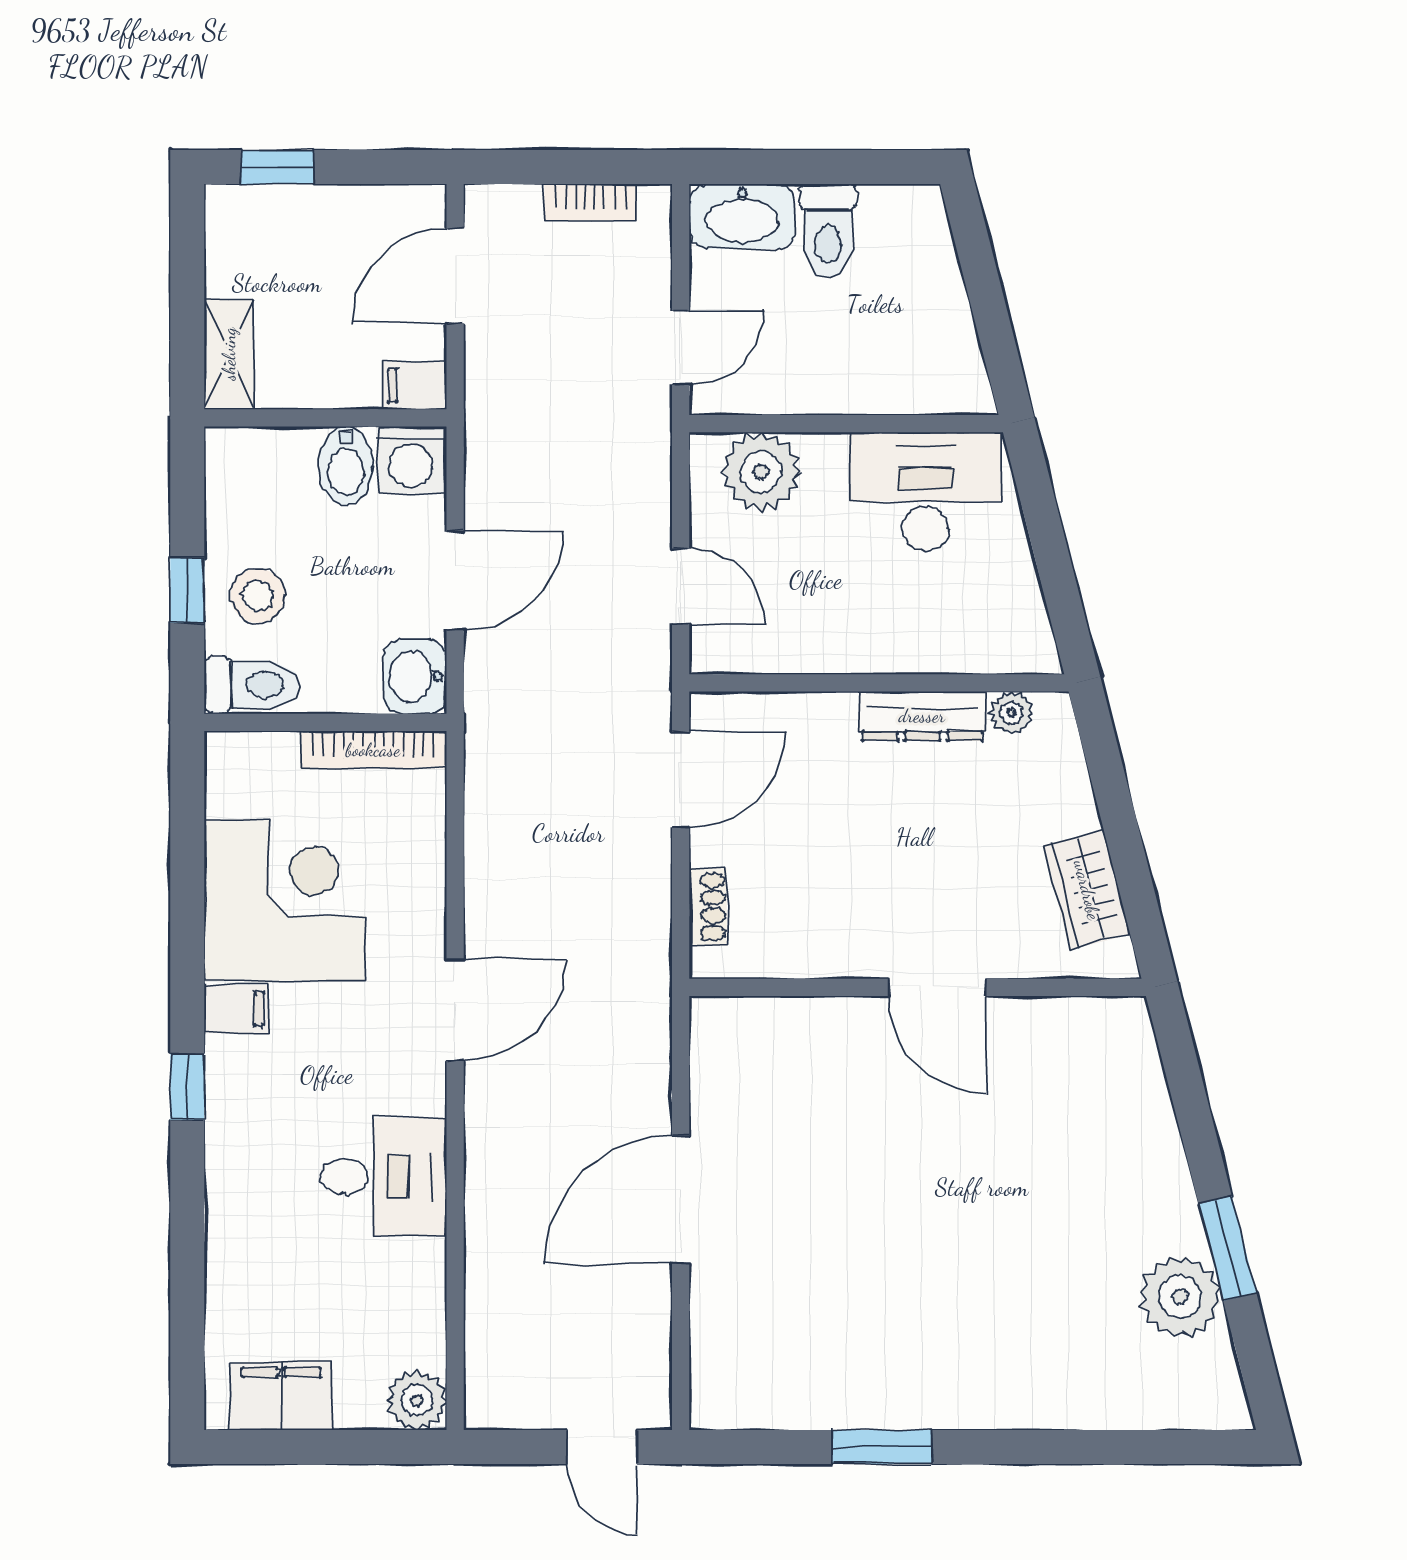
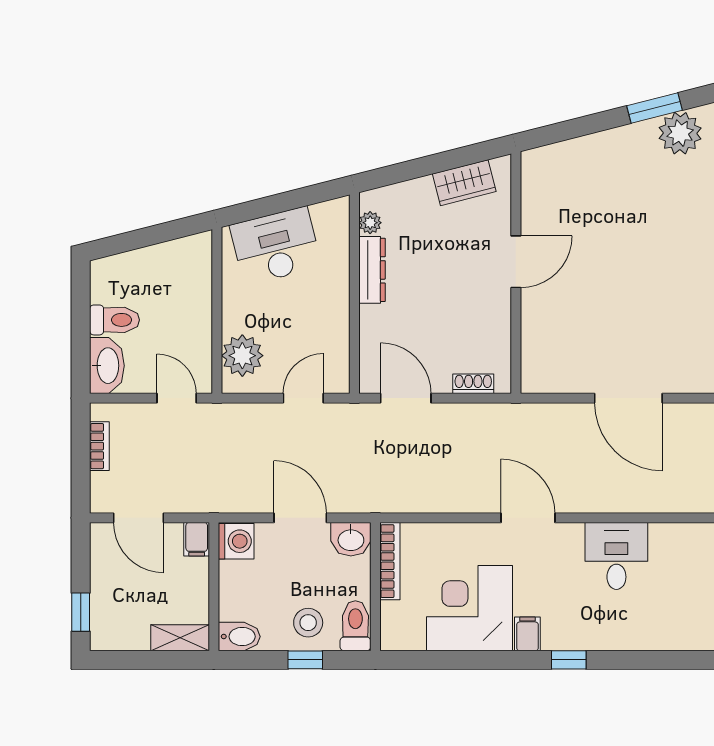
bidet: (346, 466) -> (239, 637), moved
desk: (925, 492) -> (276, 246), moved, turned 76

